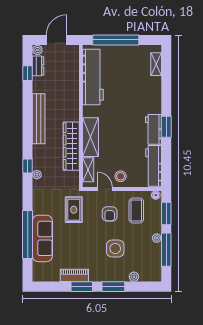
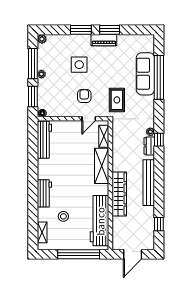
plant: (37, 50) -> (150, 245), removed
dresser: (38, 66) -> (149, 146), moved
window: (166, 127) -> (33, 175), removed
workbench: (153, 129) -> (44, 193), moved
wardrobe: (71, 146) -> (119, 194), moved
stool: (121, 176) -> (63, 216), moved
door: (105, 189) -> (89, 119), hinge flipped
coffee table: (136, 211) -> (60, 99), removed
piano: (74, 275) -> (104, 40), moved
plant: (134, 277) -> (42, 39), moved

